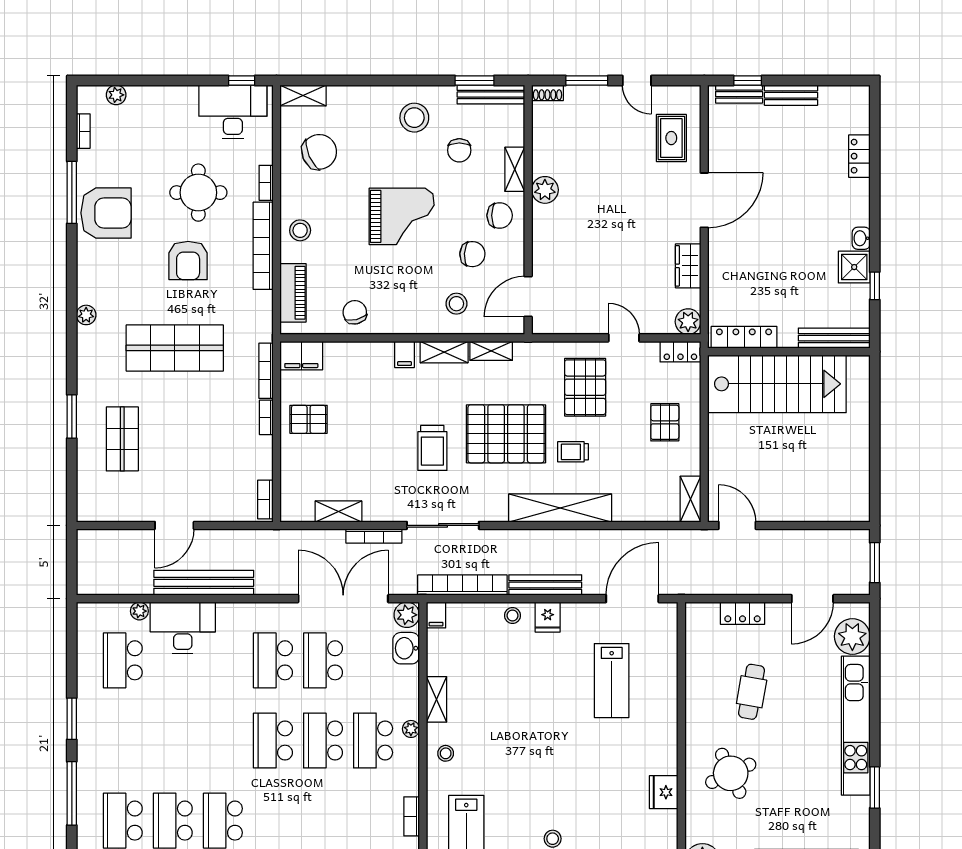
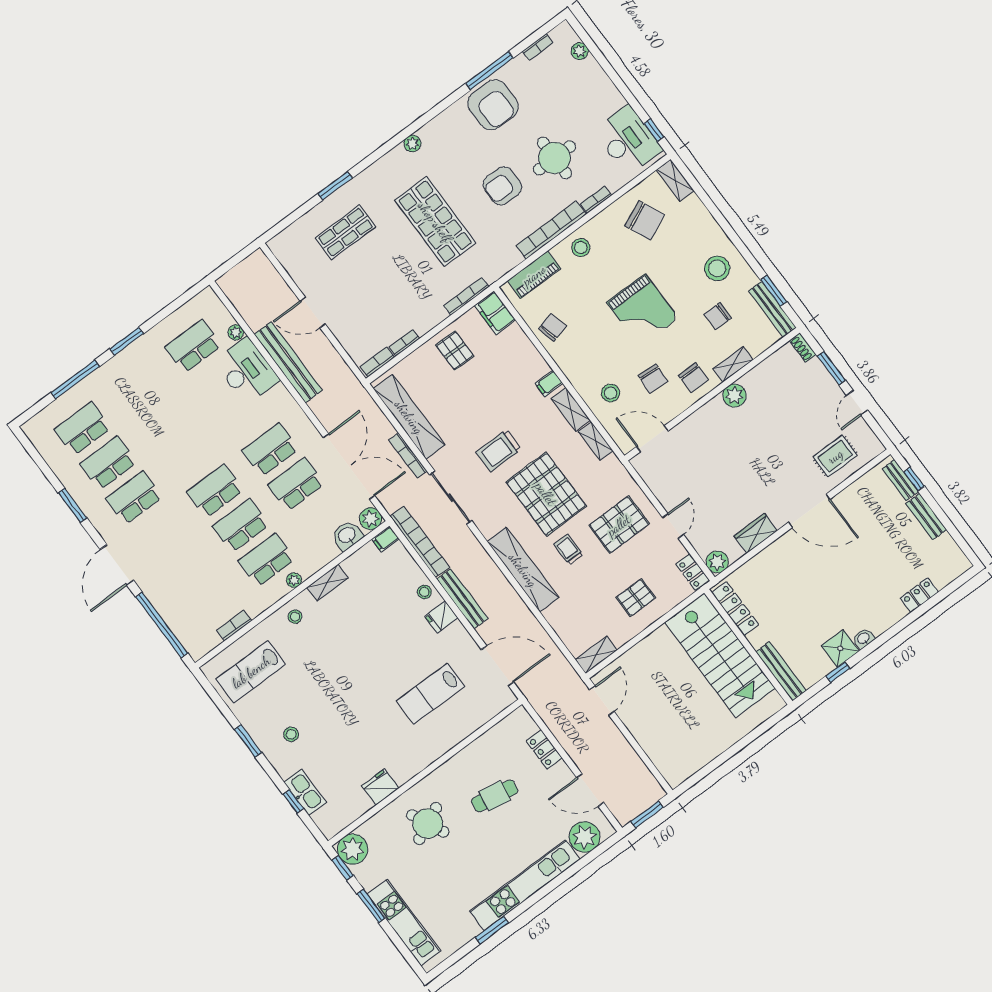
bookcase: (266, 417) -> (404, 343), moved
shelving: (338, 512) -> (409, 417), width x2.20, depth x1.33

